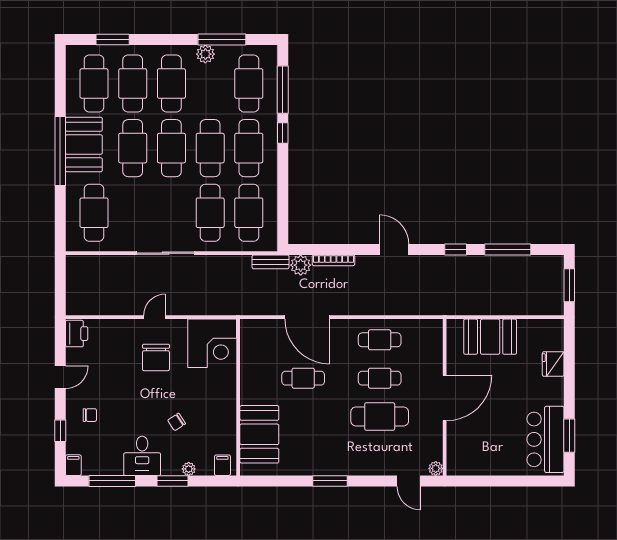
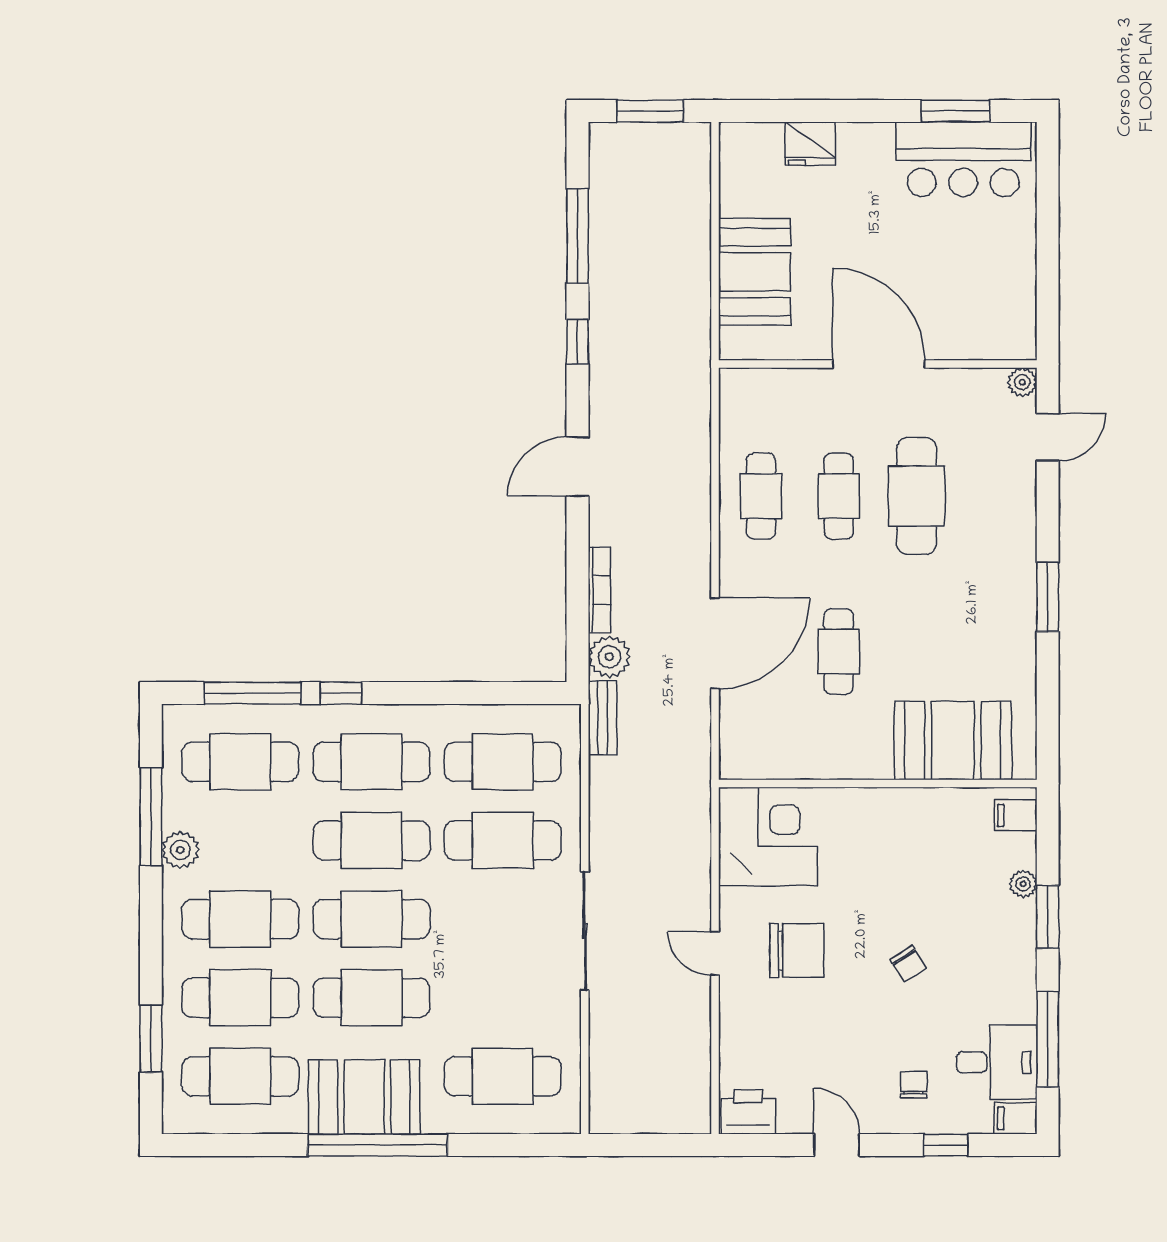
chair: (177, 422) -> (908, 964), moved
desk: (142, 456) -> (997, 1062), moved

